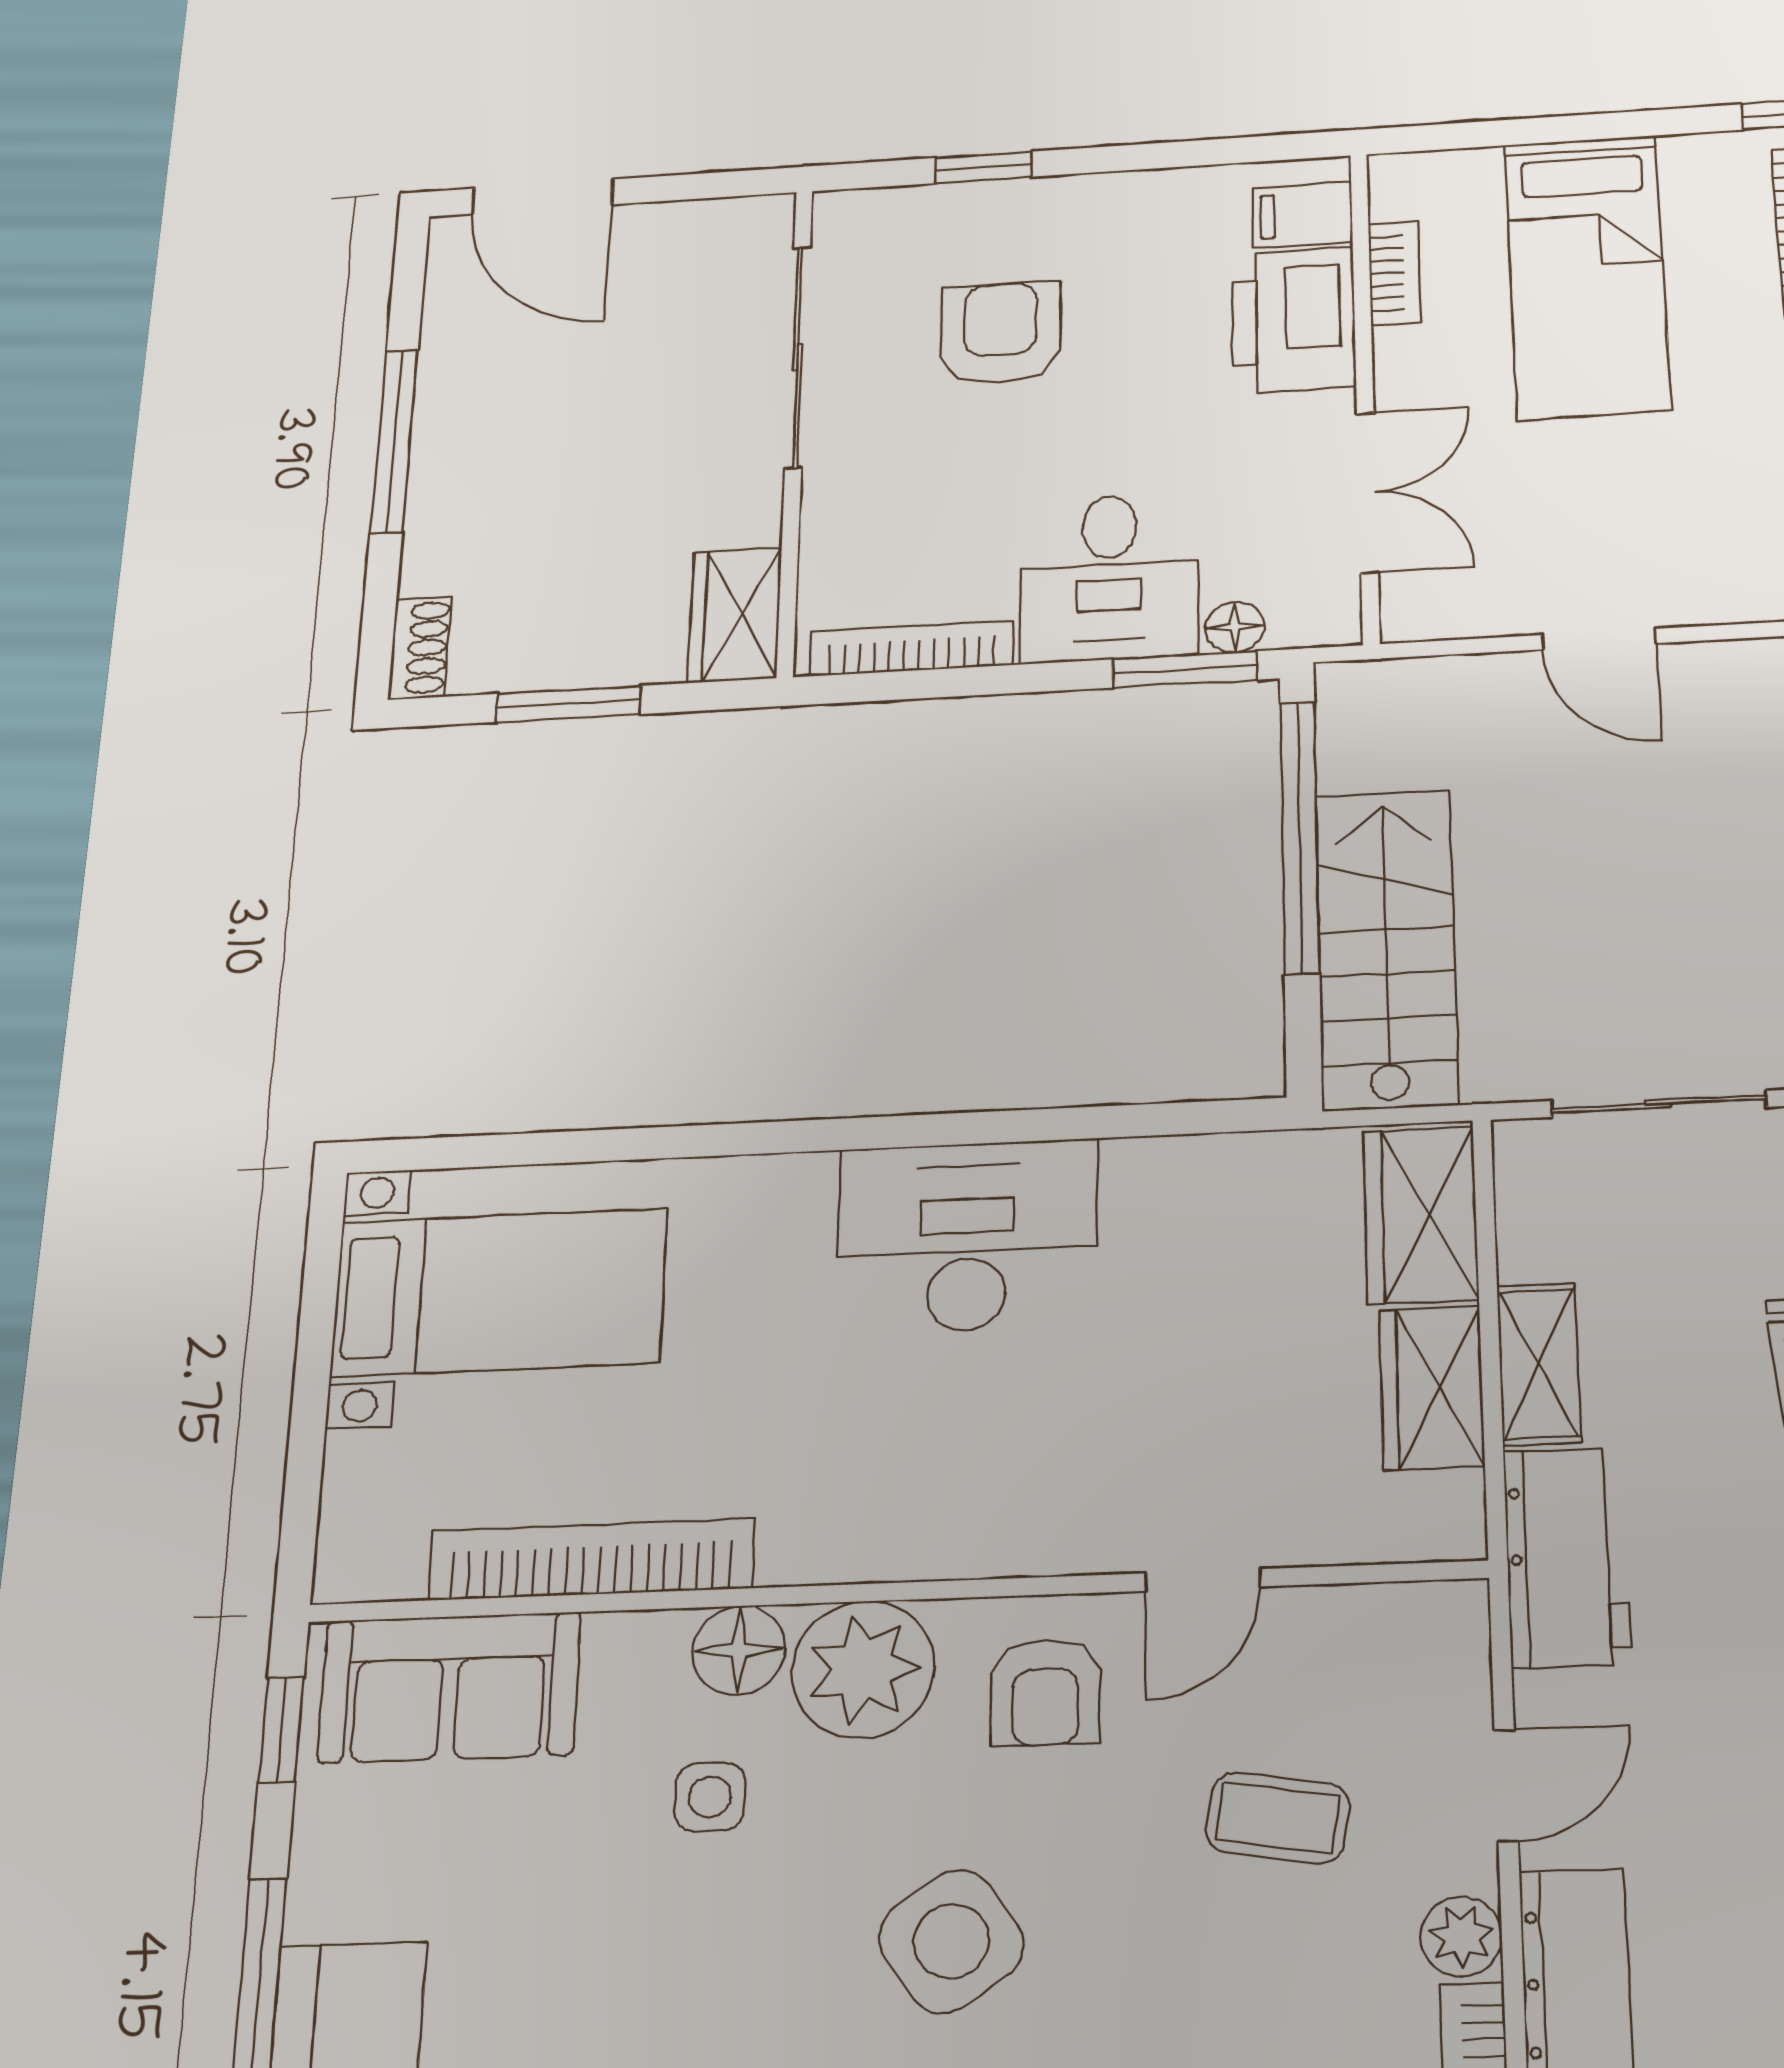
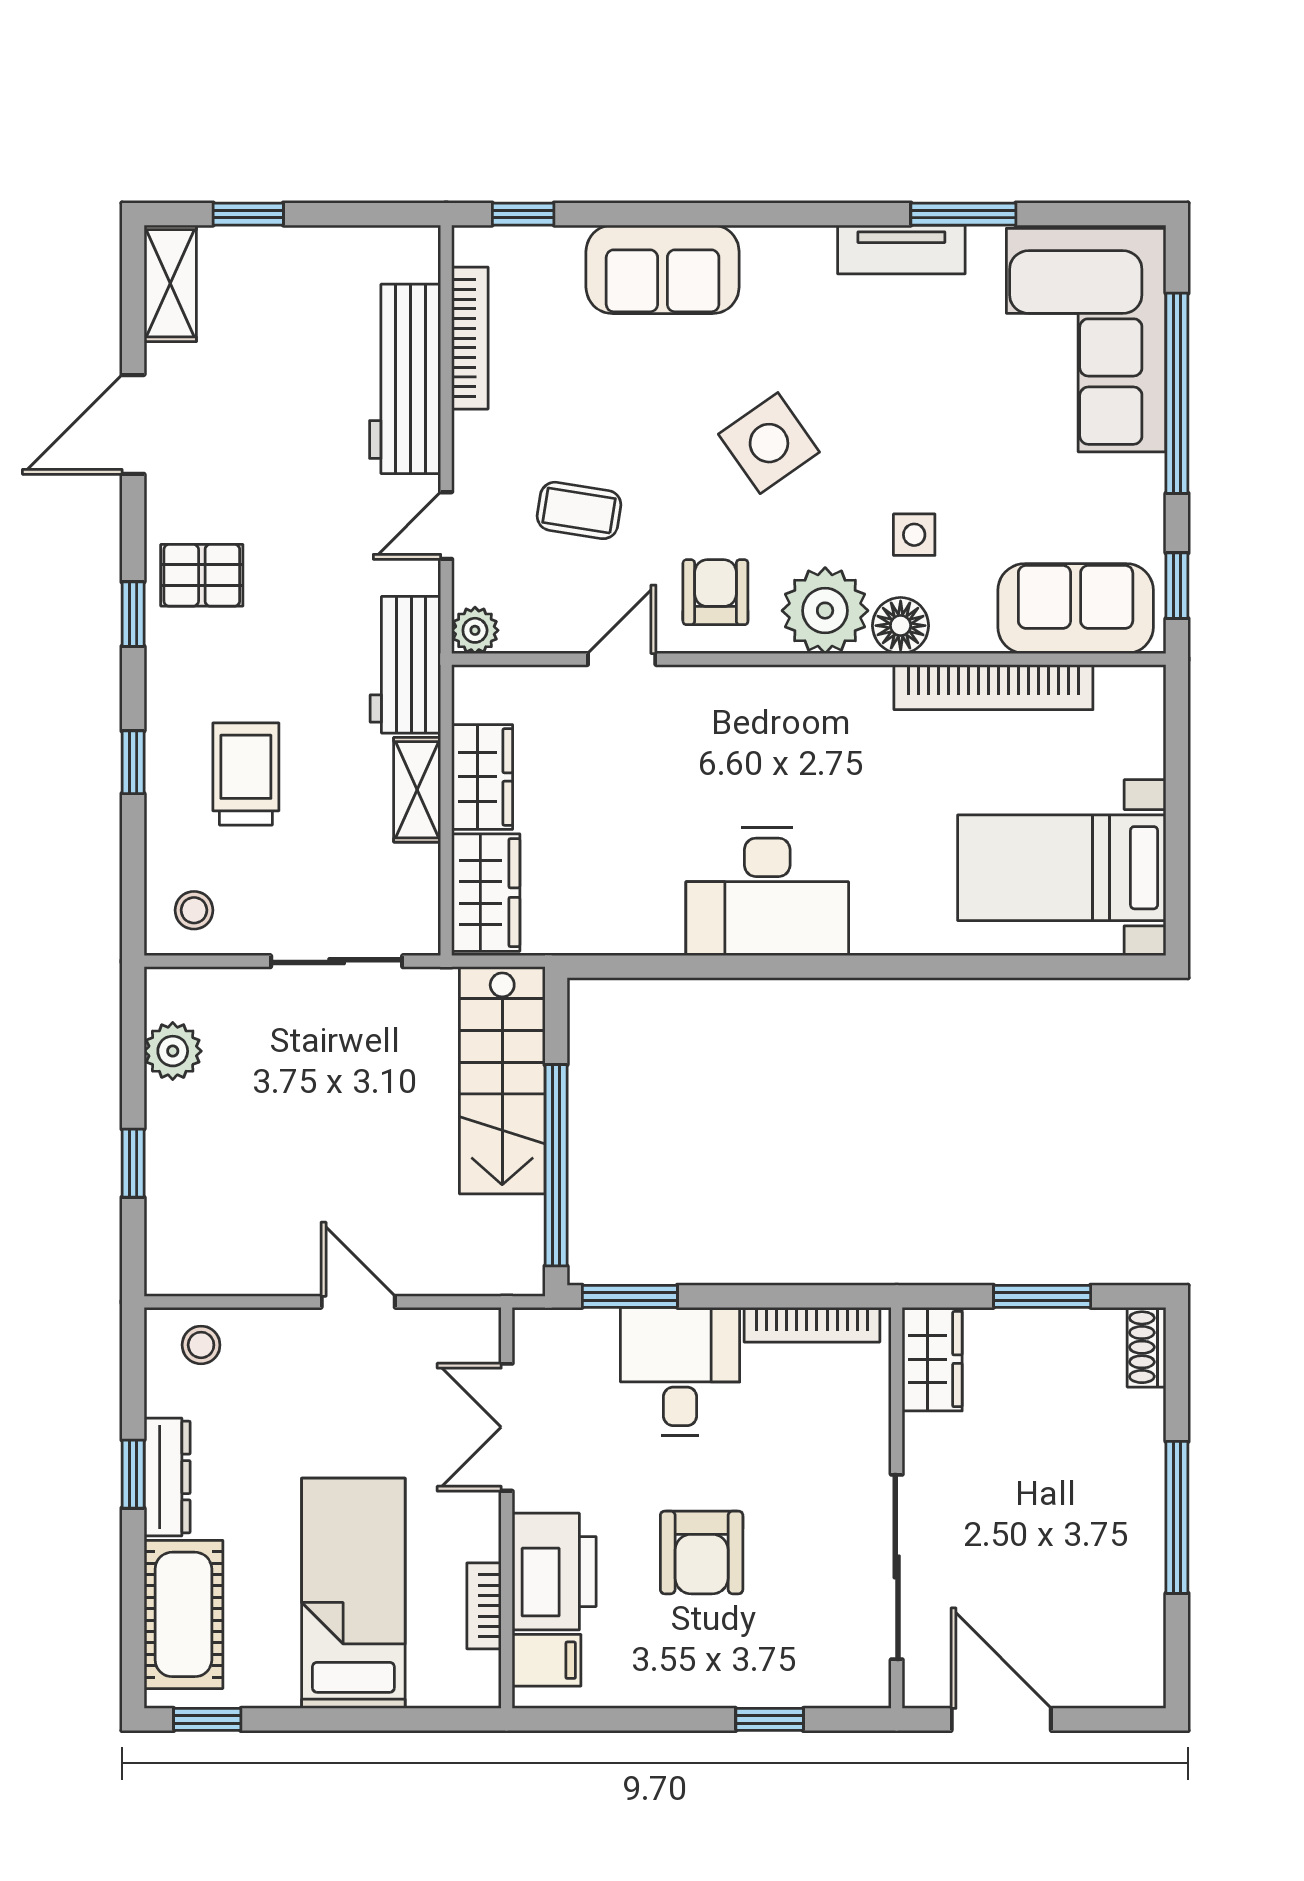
door: (543, 197) -> (1001, 1719), moved
armchair: (1000, 333) -> (702, 1552), moved
floor lamp: (1235, 627) -> (596, 1327), removed
plant: (1461, 1937) -> (475, 630), moved

